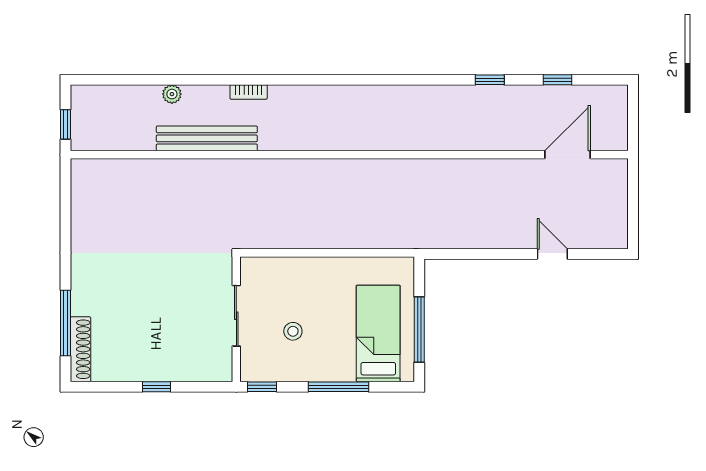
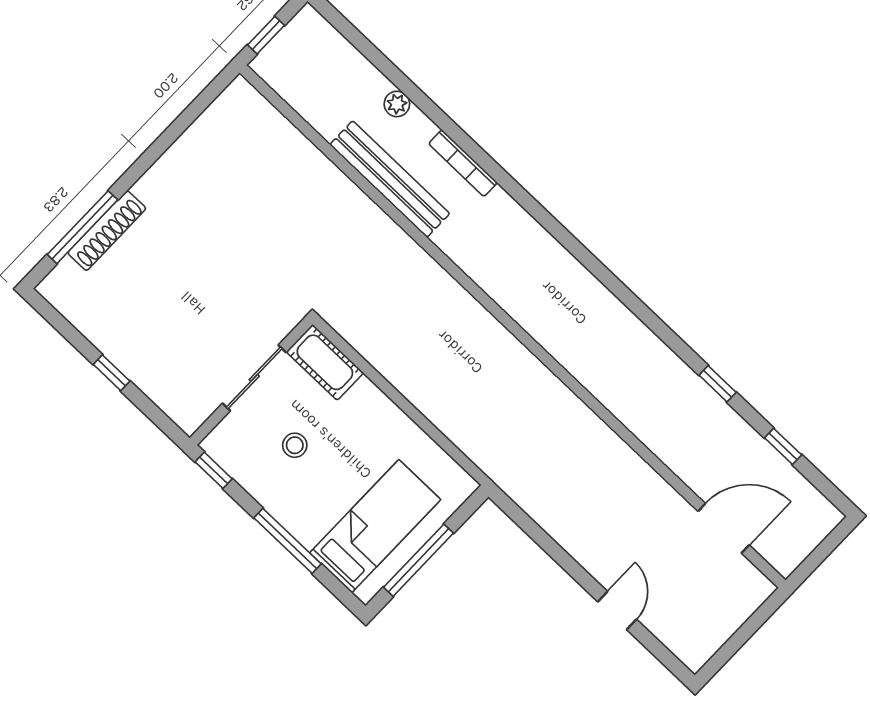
bookcase: (249, 92) -> (463, 163), width x1.56
cot: (266, 271) -> (325, 362), added
shoe rack: (81, 349) -> (107, 231), moved

